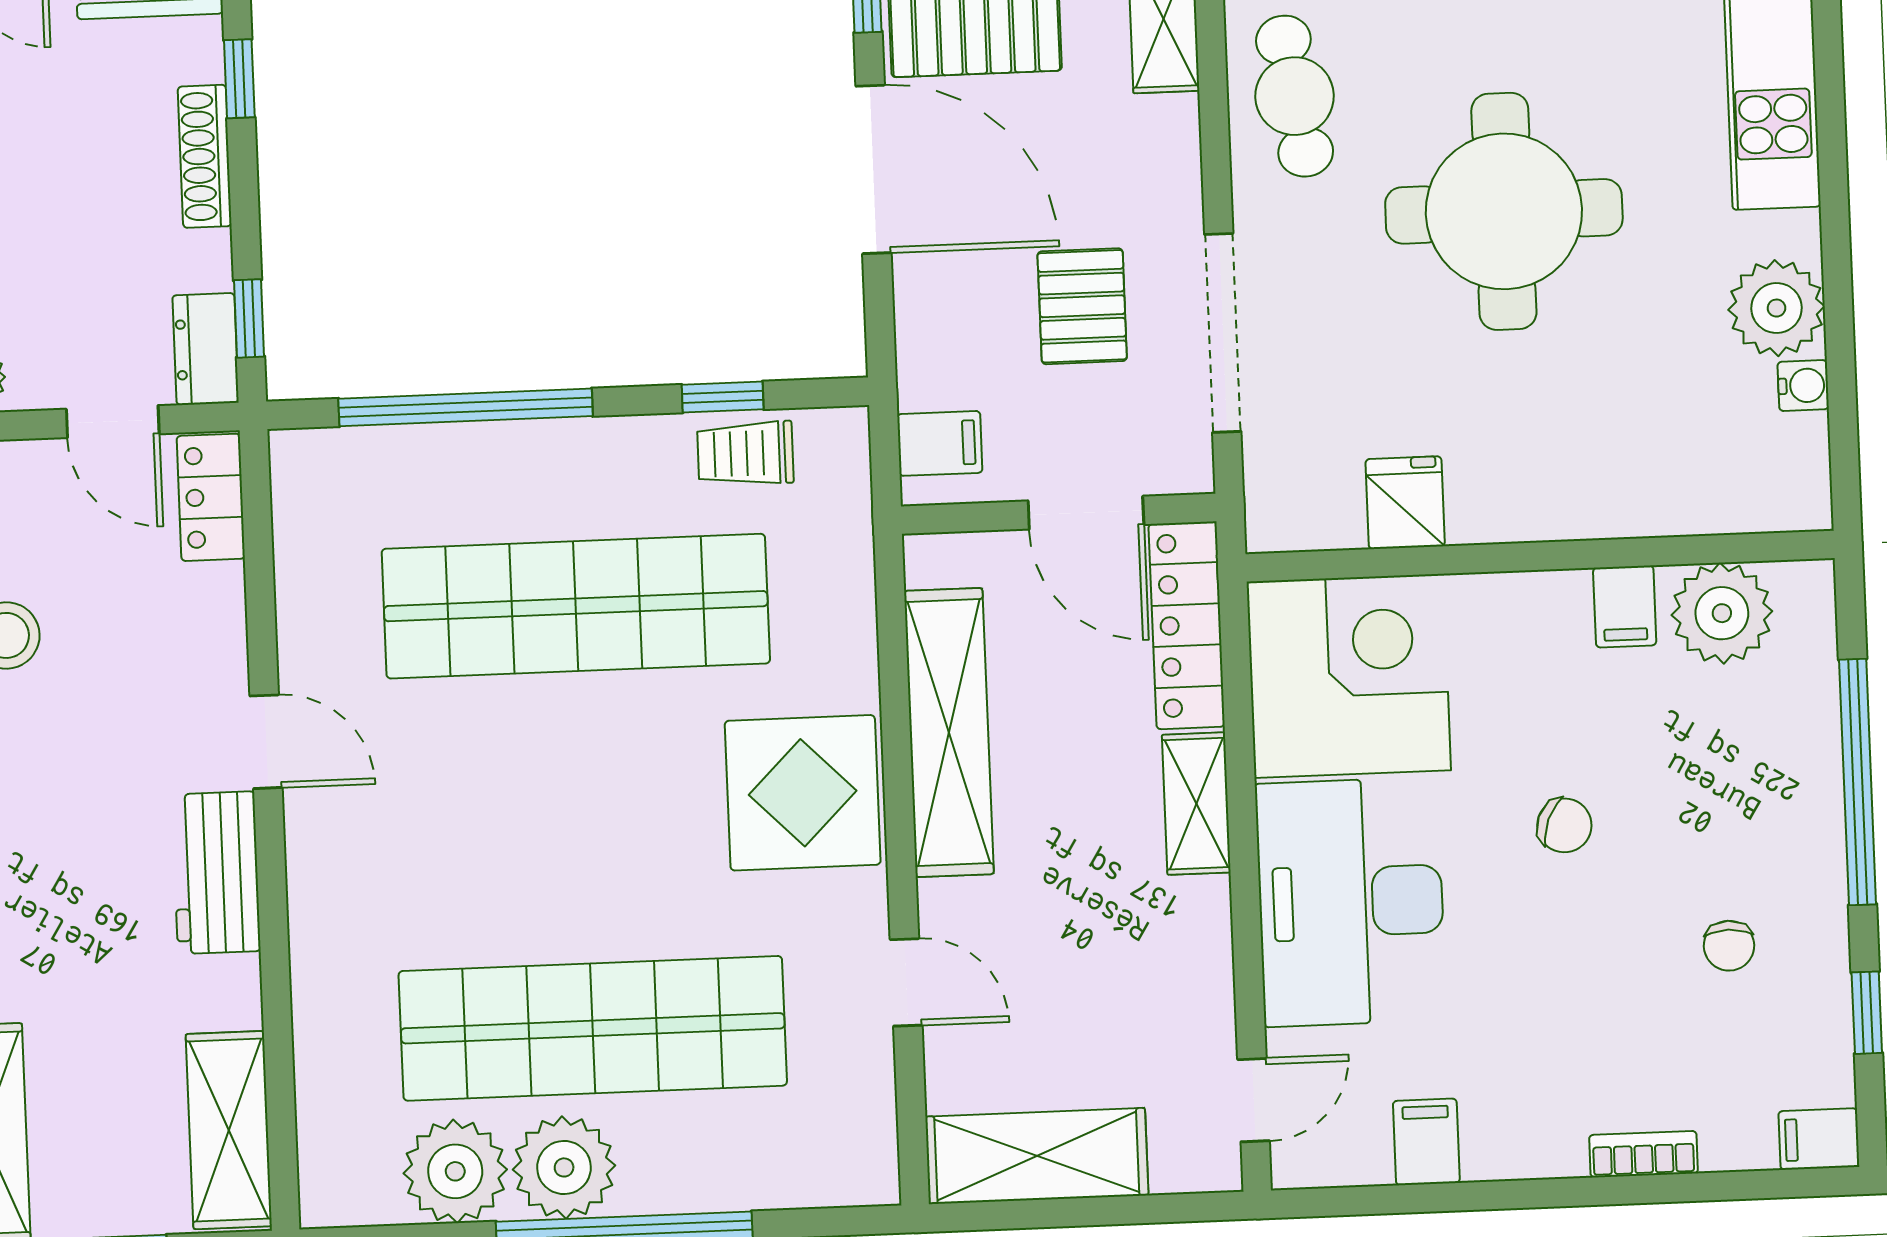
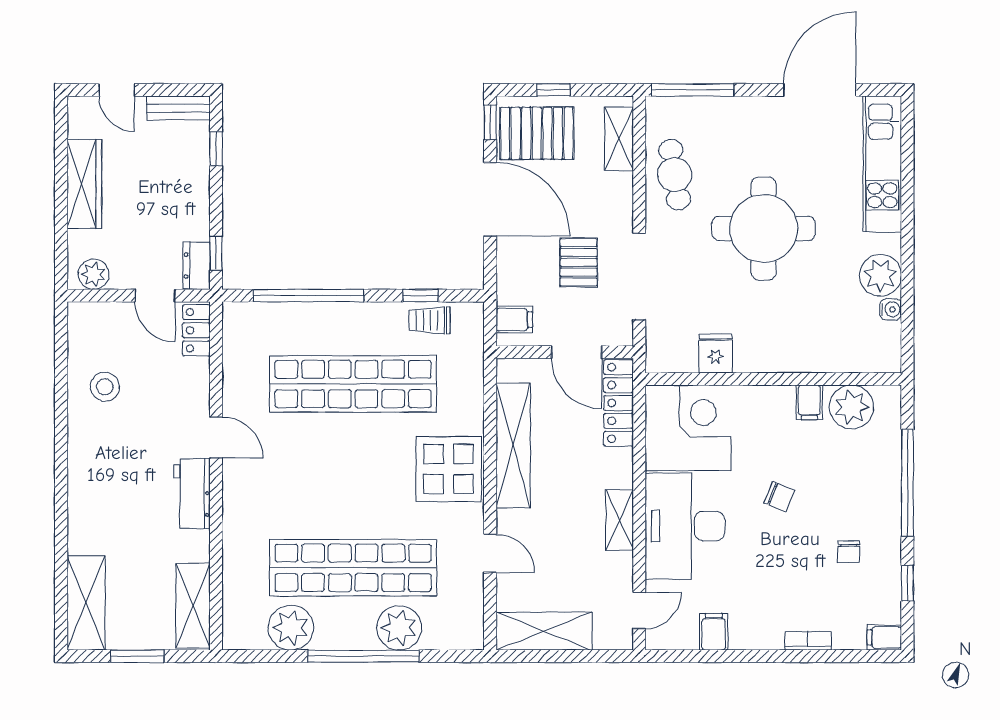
shoe rack: (205, 156) -> (200, 182), removed
shelving: (1196, 804) -> (620, 520), moved
plant: (564, 1167) -> (399, 628), moved

